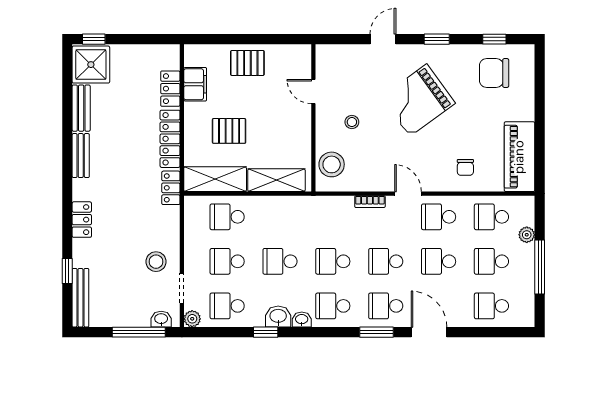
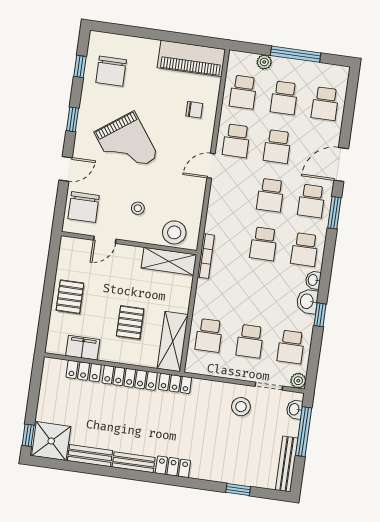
door: (383, 39) -> (66, 169), swing flipped
chair: (345, 64) -> (84, 207), added
shelving: (276, 180) -> (169, 261), moved, turned 90
bookcase: (370, 202) -> (206, 256), moved, width x1.56
locker: (82, 220) -> (173, 467), moved
school desk: (280, 261) -> (257, 292), removed
bench: (80, 298) -> (287, 464), moved, turned 90

